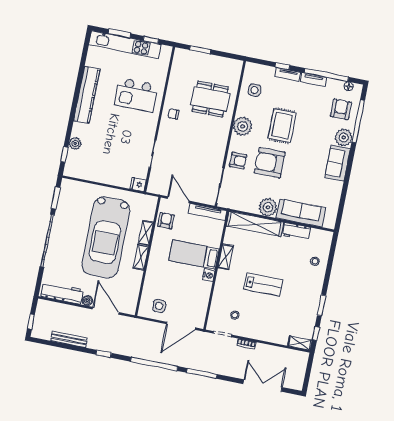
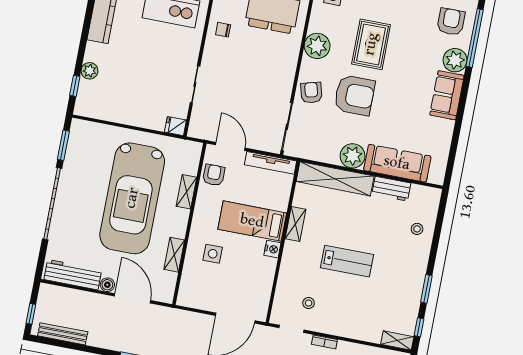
armchair: (238, 161) -> (311, 93), turned -105
armchair: (270, 163) -> (355, 95), turned 180
shelving: (141, 257) -> (174, 255), moved
side table: (159, 306) -> (213, 254), moved
bench: (69, 339) -> (63, 334), moved

